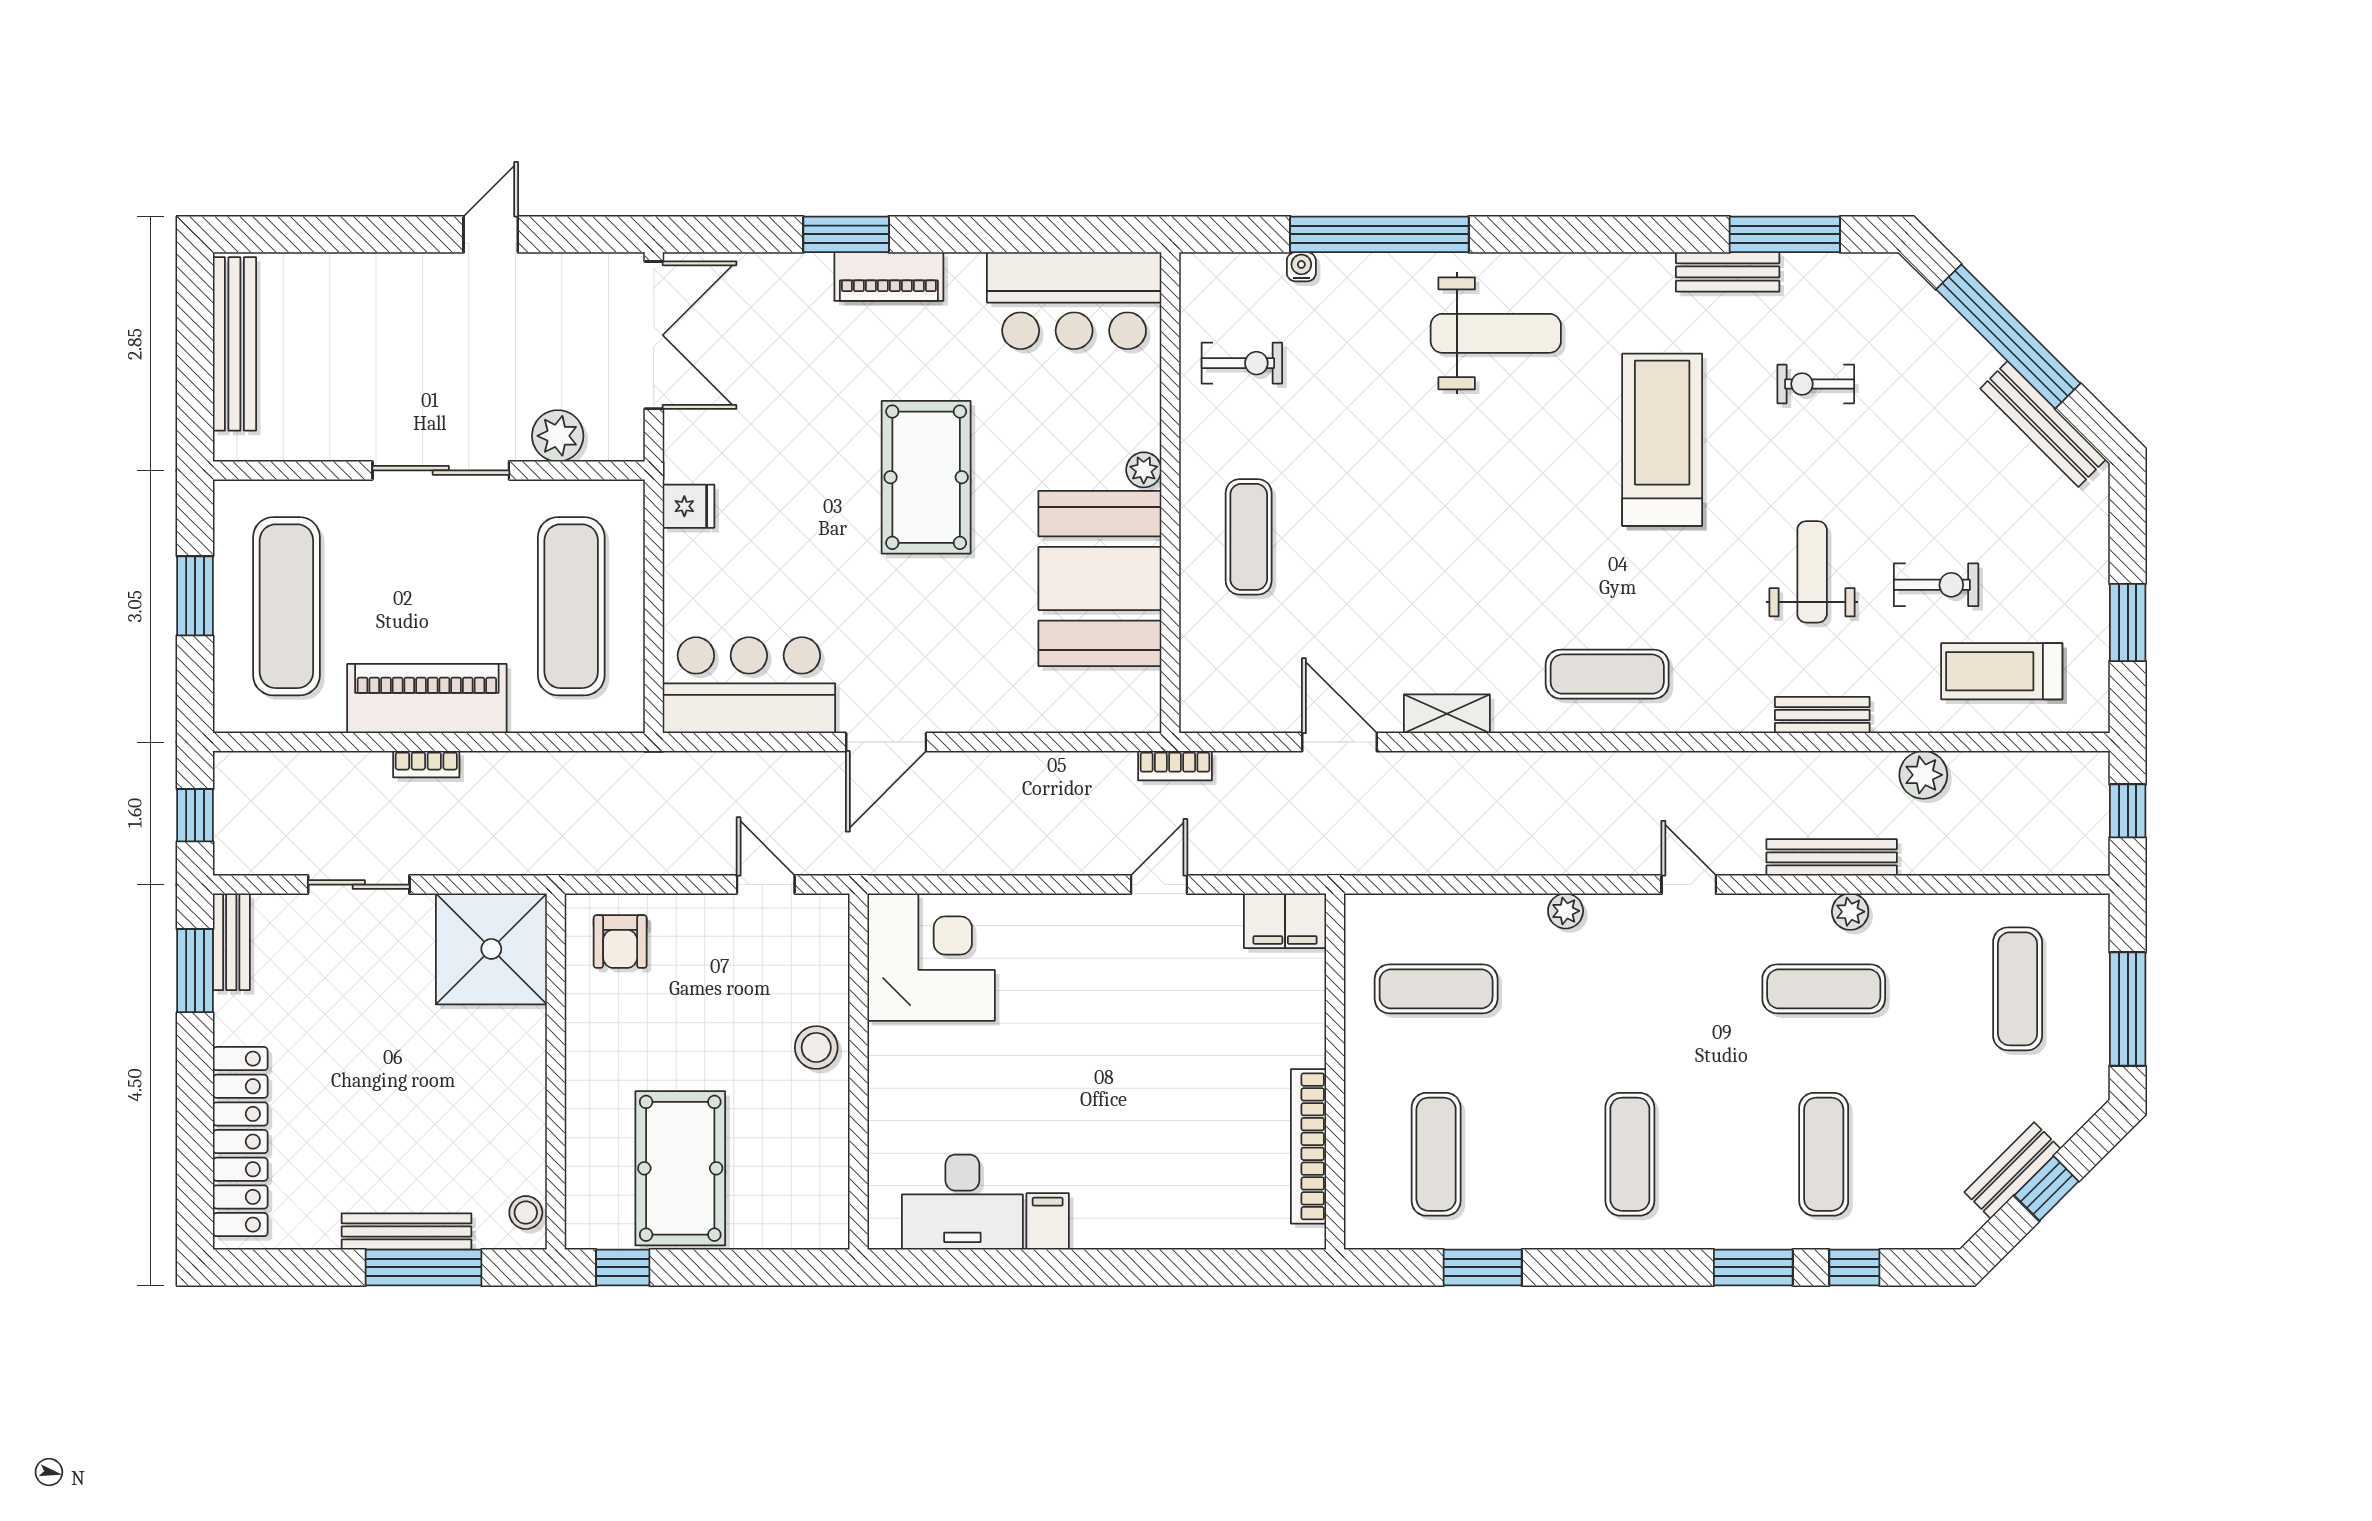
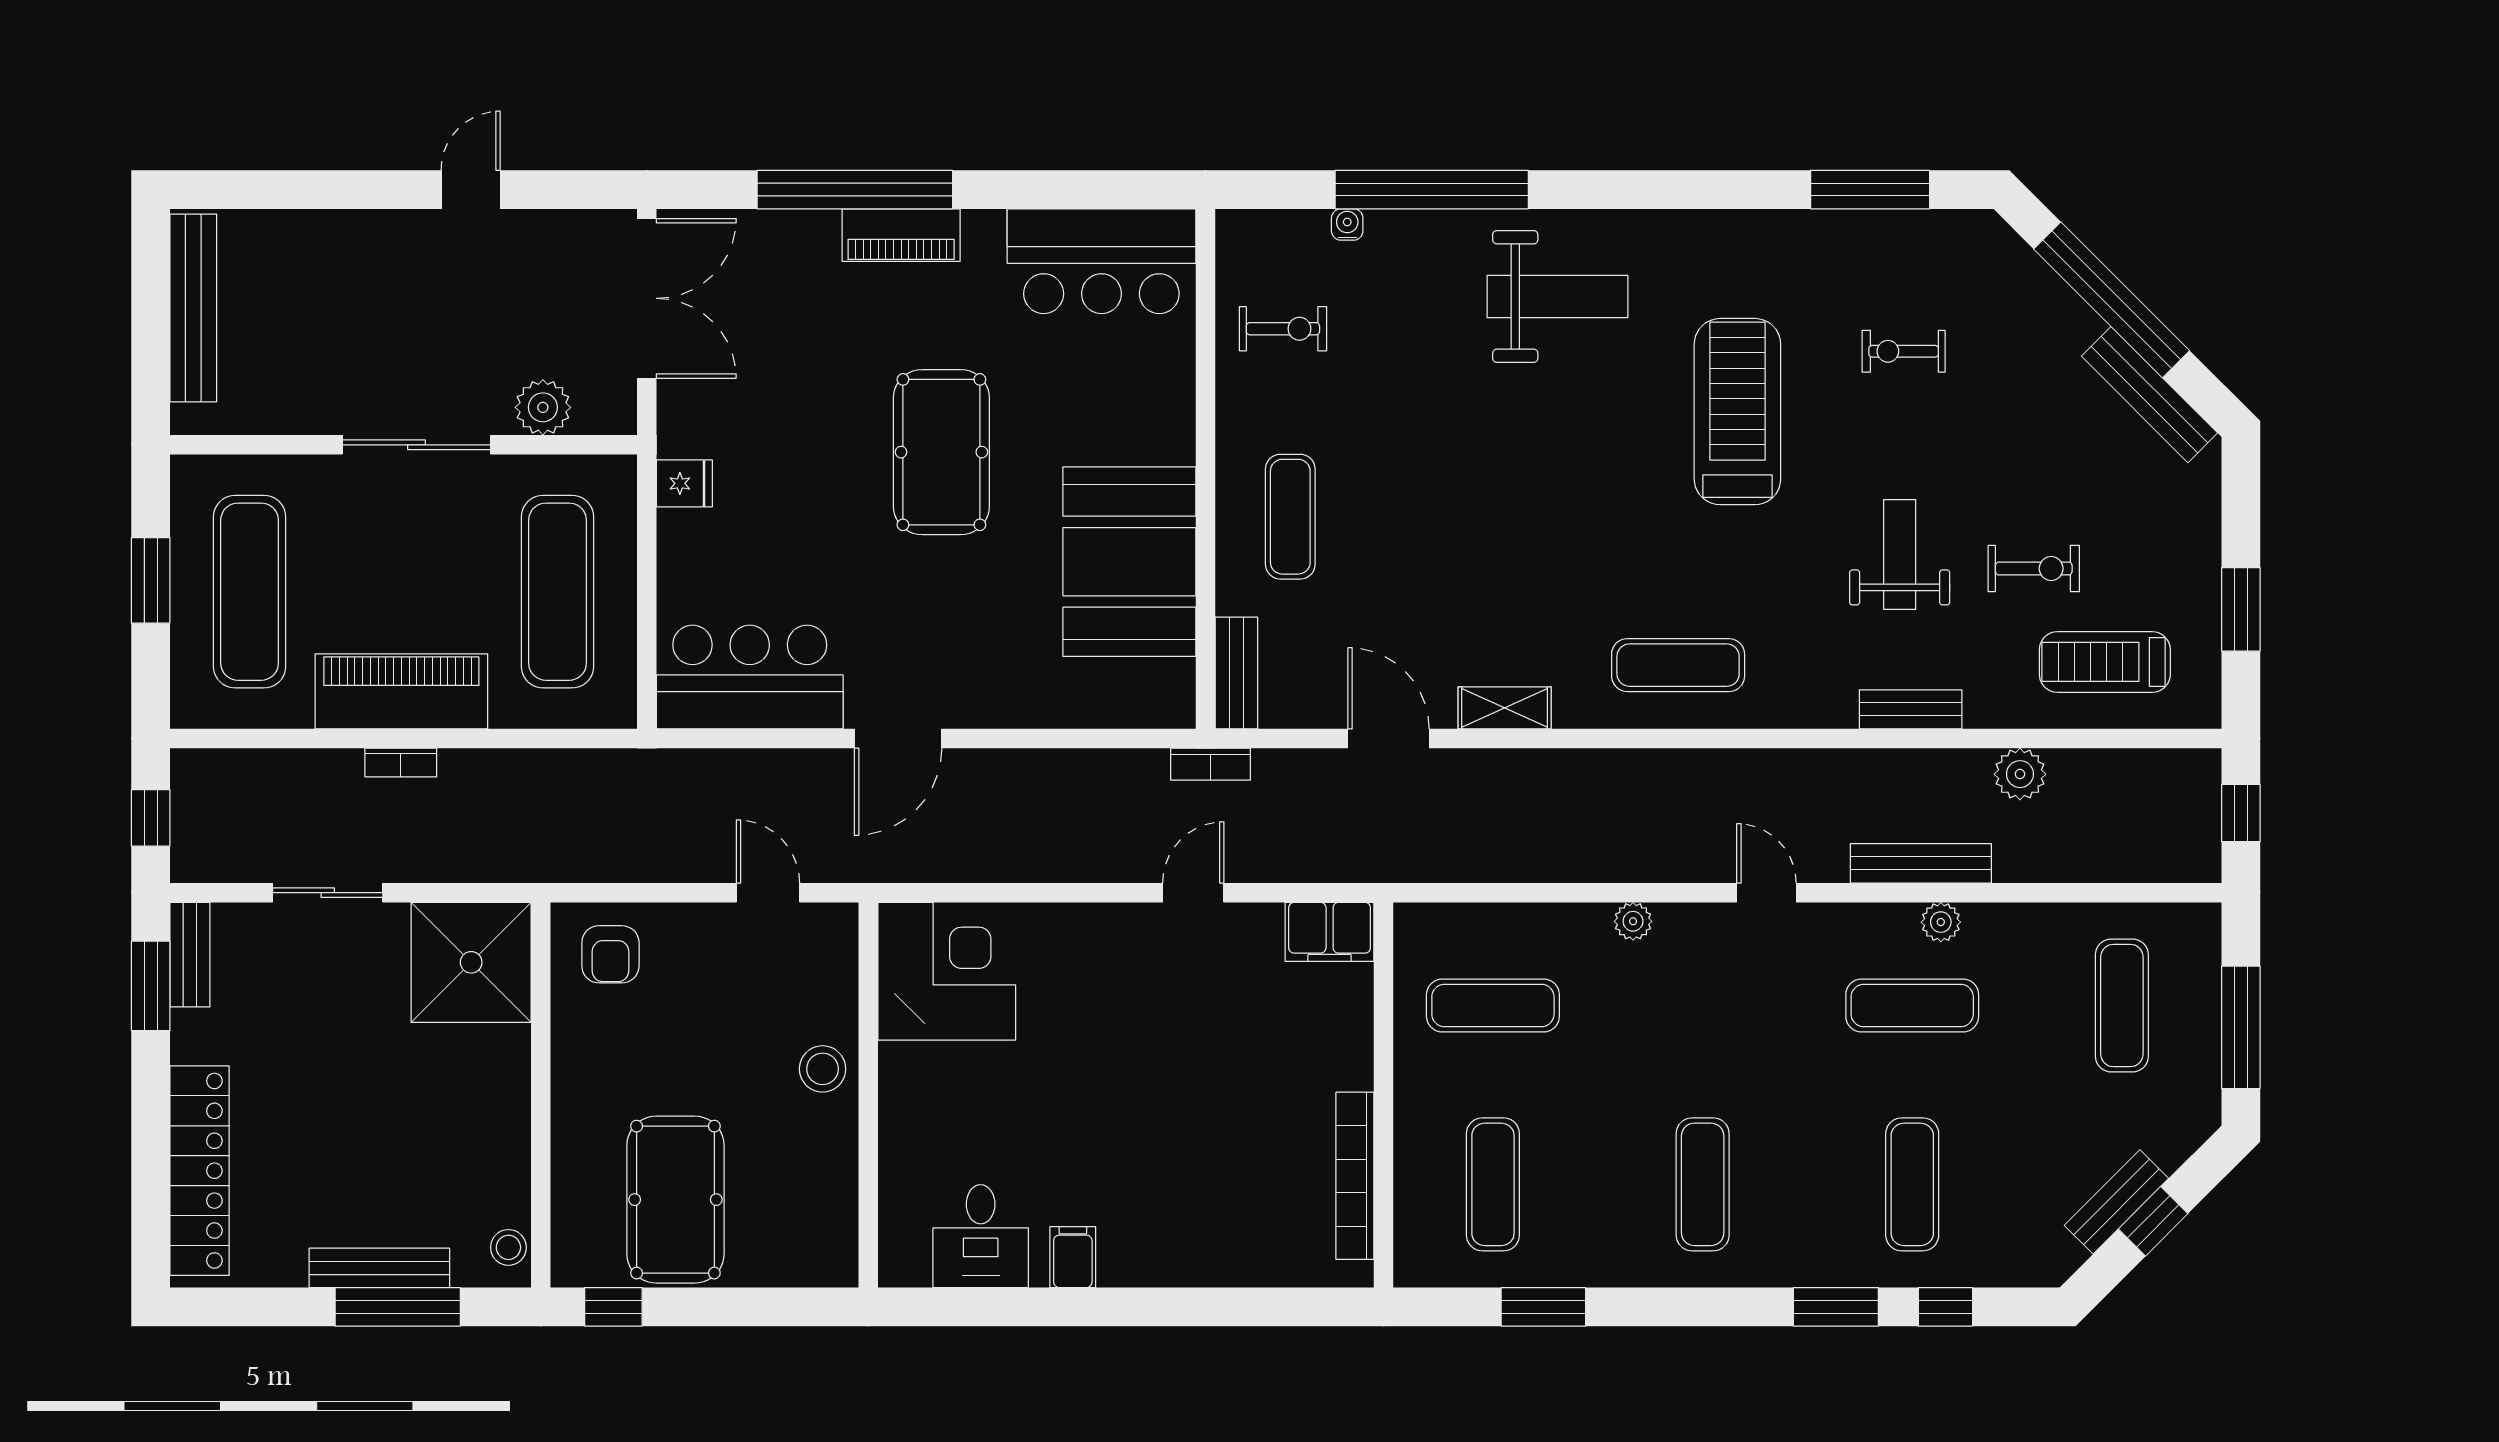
window: (846, 234) -> (855, 190), width x2.11
bench: (1728, 272) -> (1236, 673), moved, turned 90
plant: (1144, 470) -> (1177, 444), removed
desk: (962, 1202) -> (981, 1236), width x0.73

